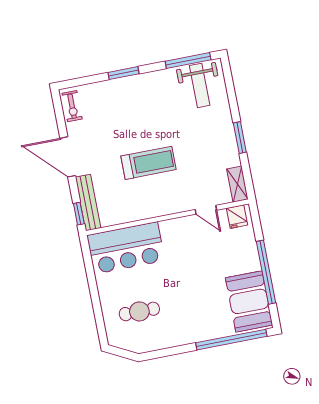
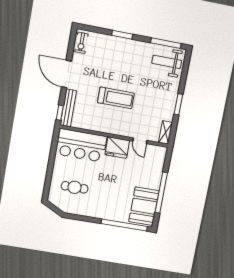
weight bench: (200, 85) -> (167, 62), turned 90
fridge: (237, 217) -> (117, 148), moved, width x1.88, depth x1.34

